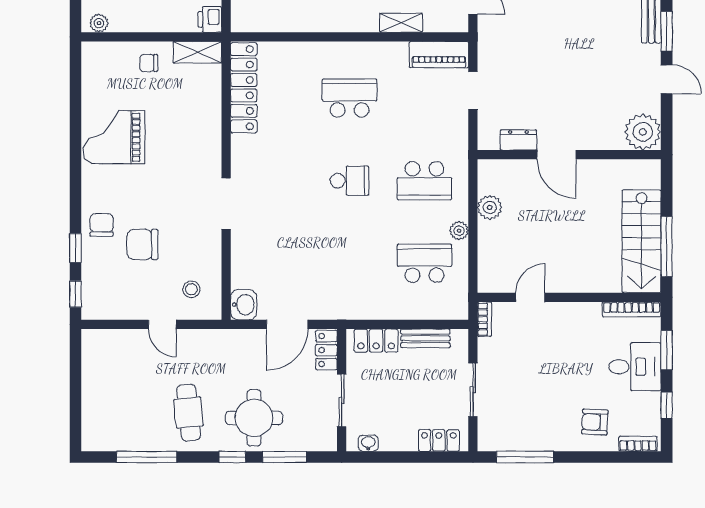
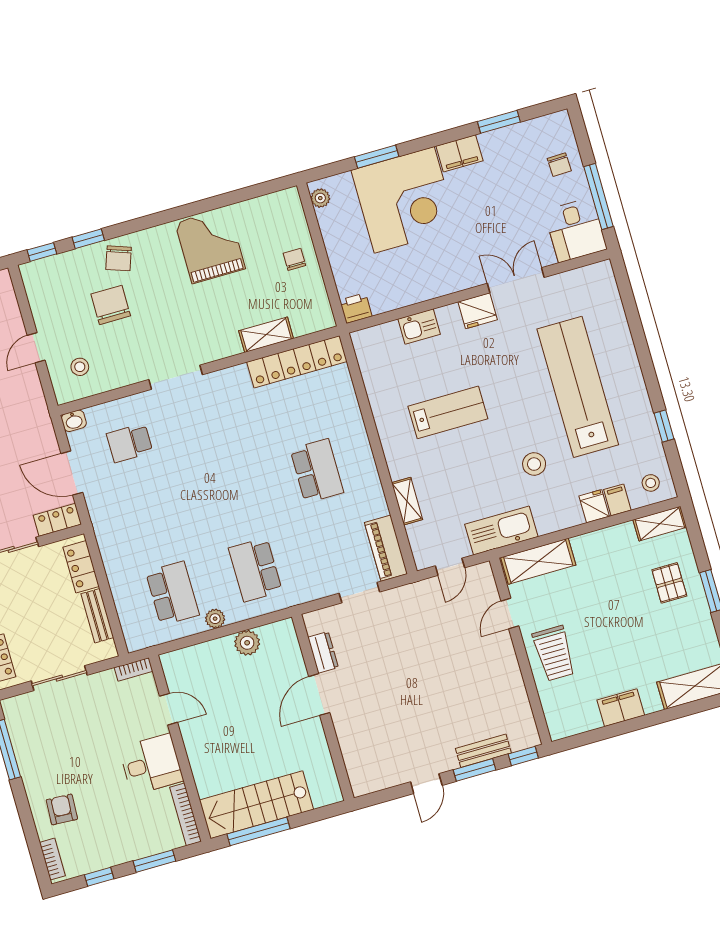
shelving: (197, 52) -> (266, 335), moved, turned 90
plant: (643, 132) -> (367, 775), removed
school desk: (350, 181) -> (130, 443), moved, turned 90
chair: (102, 225) -> (119, 258), turned 109
washbasin: (244, 305) -> (74, 421), width x0.72, depth x0.69
desk: (635, 367) -> (151, 764), moved, turned -90

